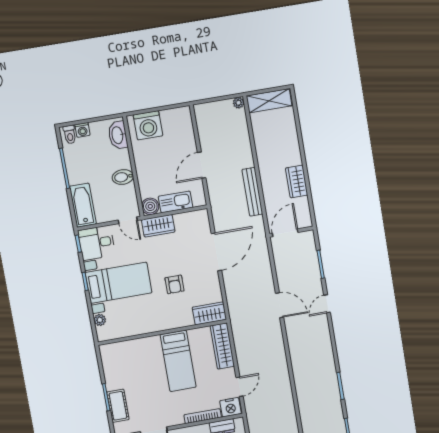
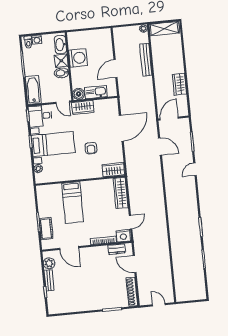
washing machine: (148, 125) -> (78, 58), moved, turned -90
shower: (121, 159) -> (61, 61), added
bench: (252, 192) -> (146, 60), moved
door: (280, 305) -> (160, 146), moved
bed: (178, 361) -> (73, 202), moved

